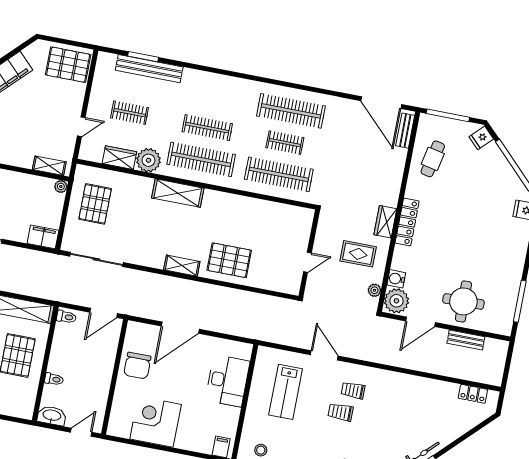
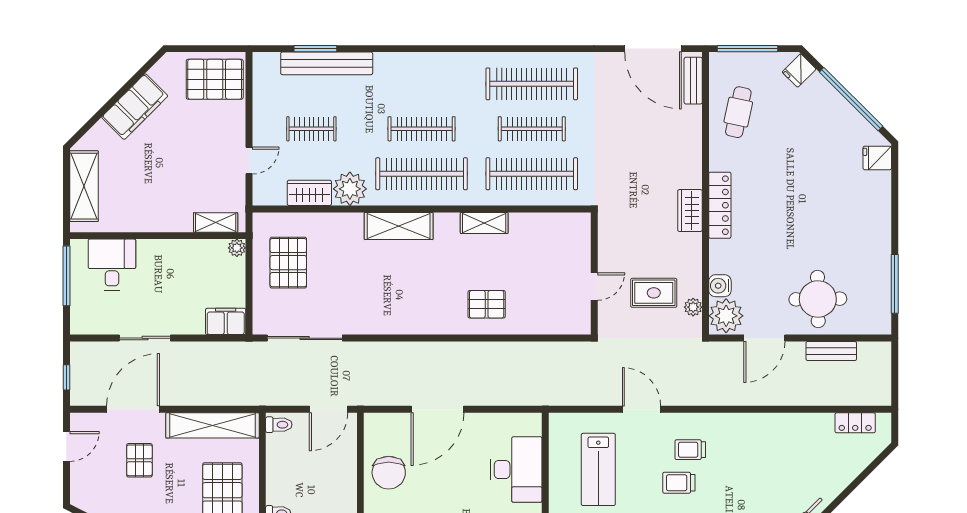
clothes rail: (285, 143) -> (532, 129), width x1.36
rug: (358, 254) -> (654, 293), moved
pallet: (229, 260) -> (487, 304), width x0.67, depth x0.71
shelving: (182, 266) -> (484, 223), moved

